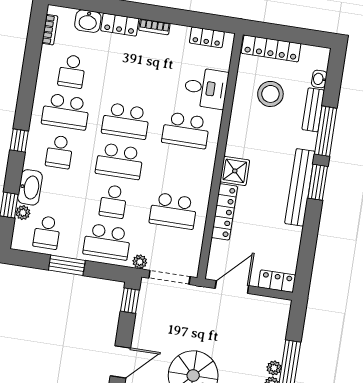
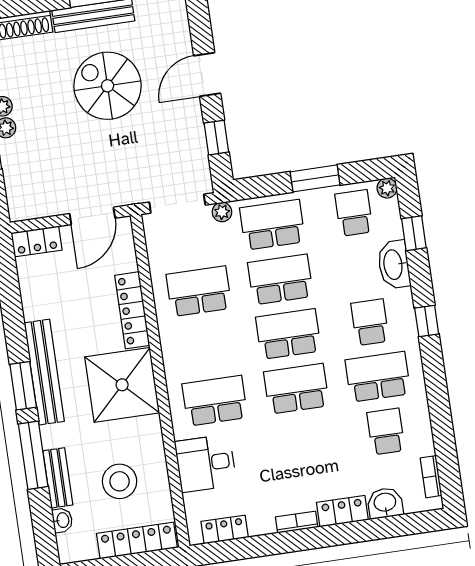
shower: (235, 171) -> (122, 385), width x1.86, depth x1.86
school desk: (113, 201) -> (280, 279), width x1.85
plant: (23, 213) -> (387, 188), moved
window: (130, 301) -> (216, 138), moved

